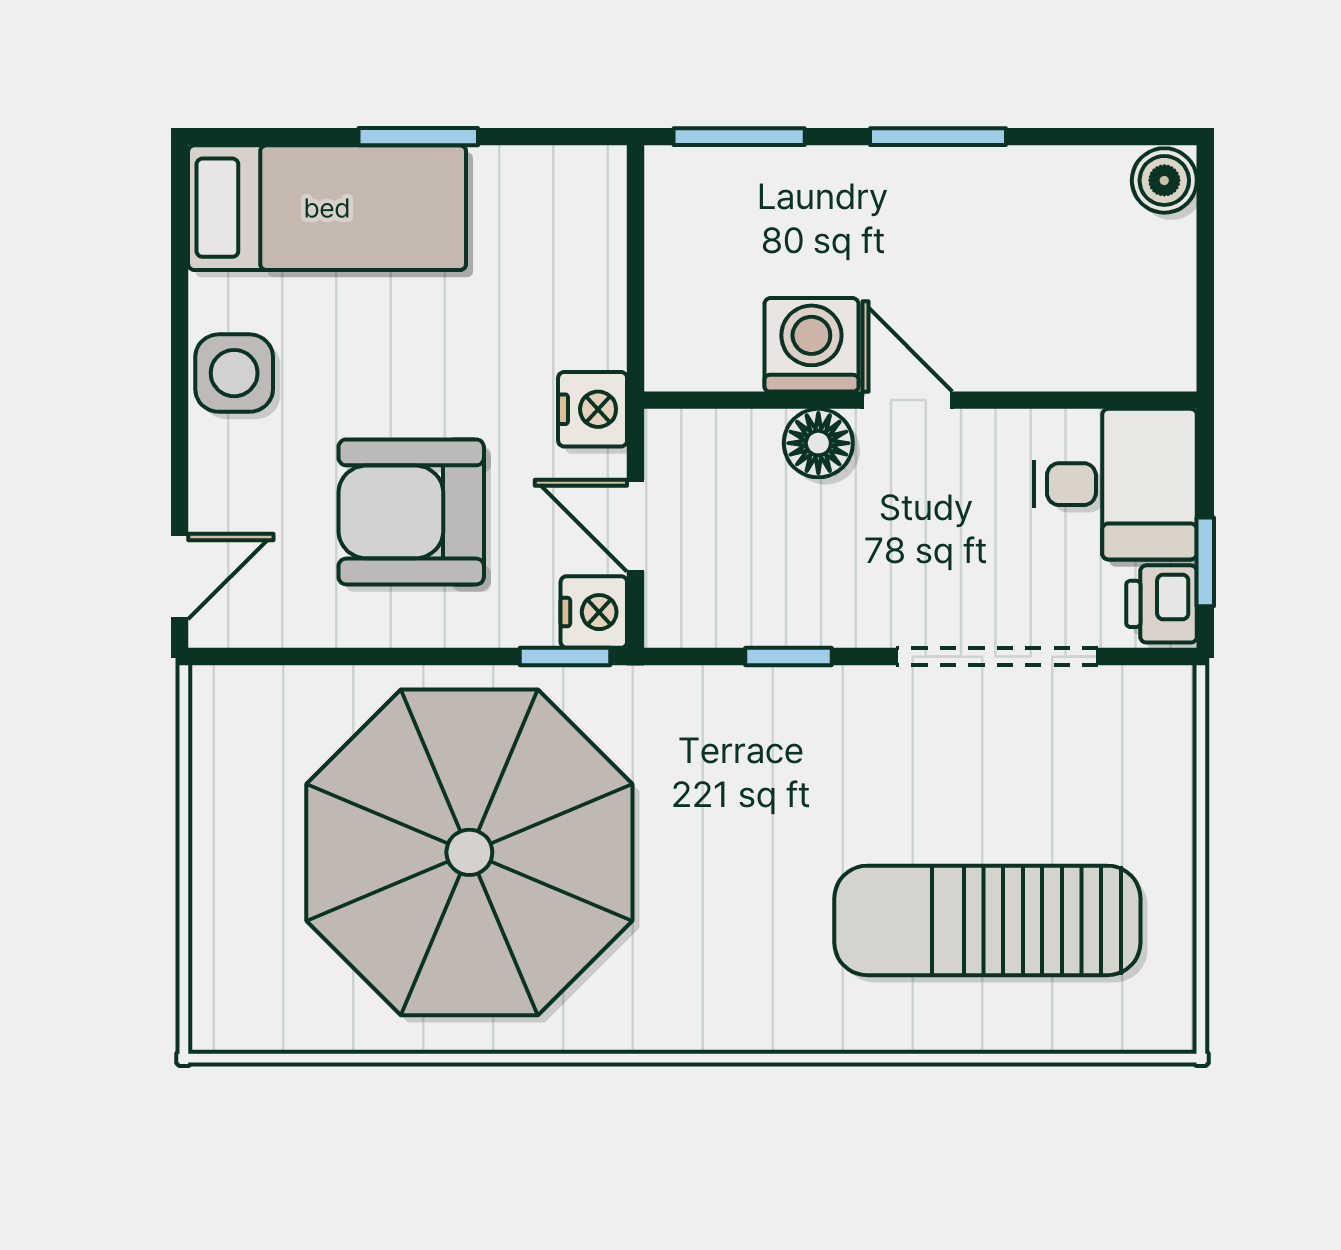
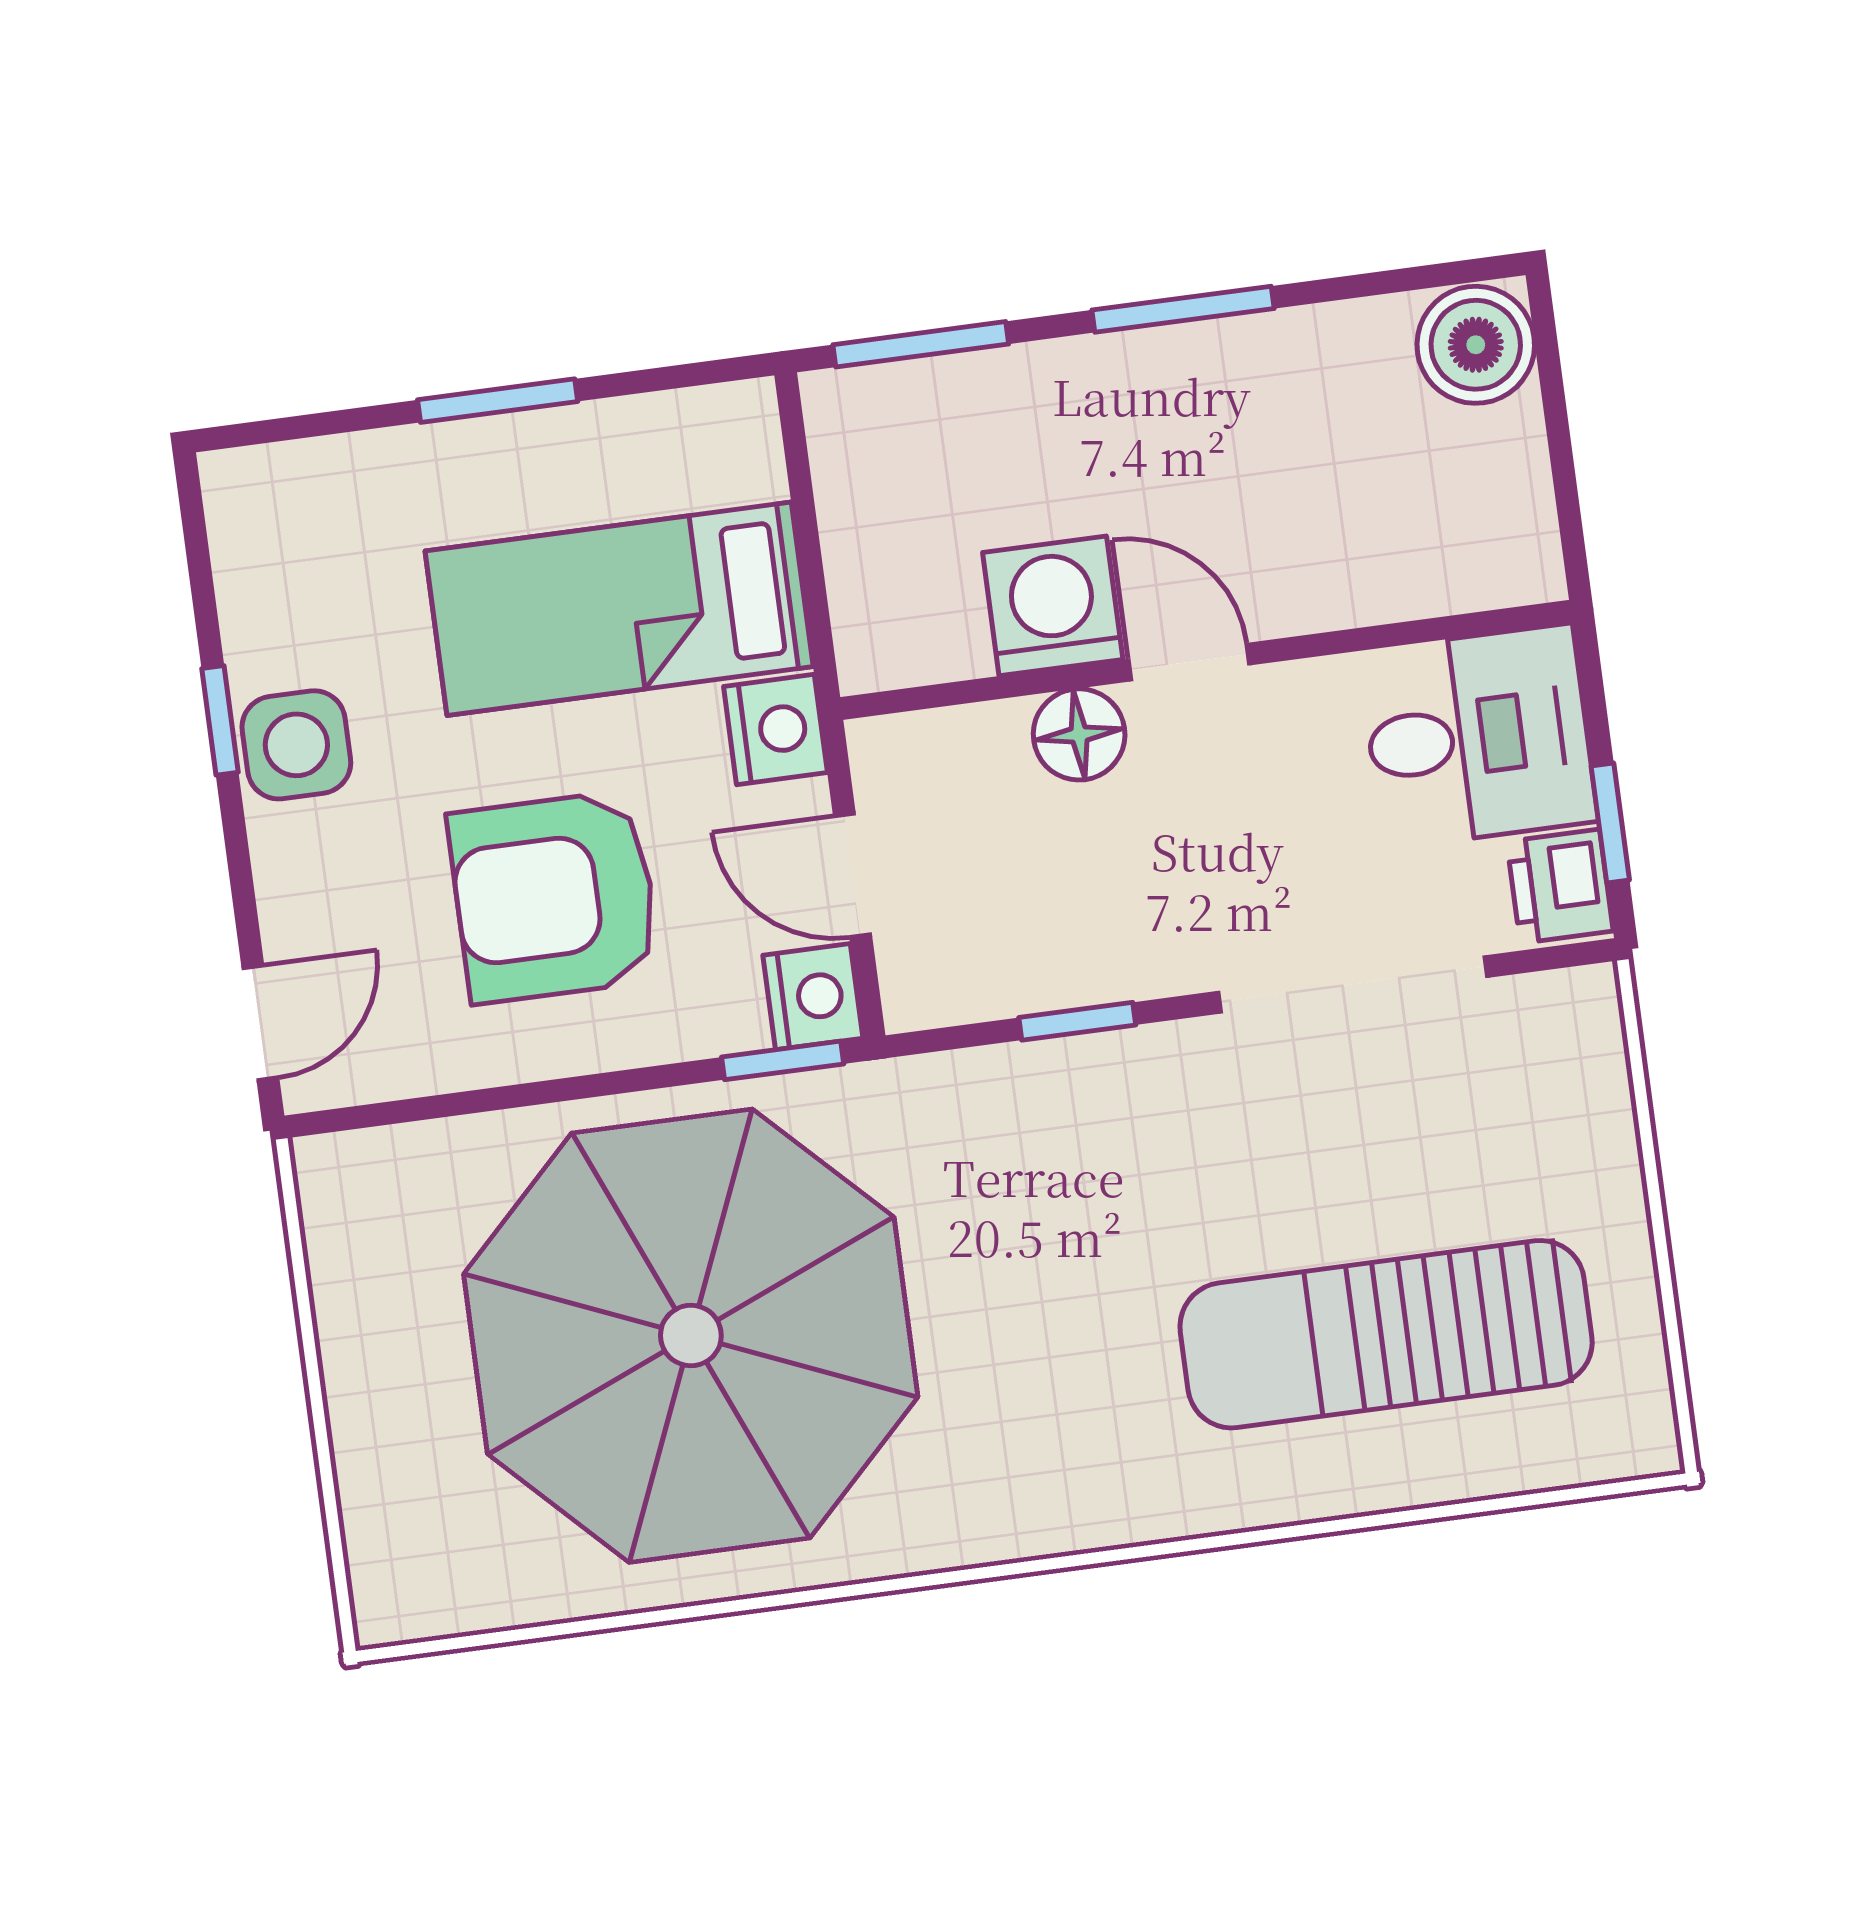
boiler: (1164, 180) -> (1476, 345), width x1.36, depth x1.36
bed: (327, 208) -> (619, 609), moved, turned 180
window: (180, 347) -> (220, 720), added

